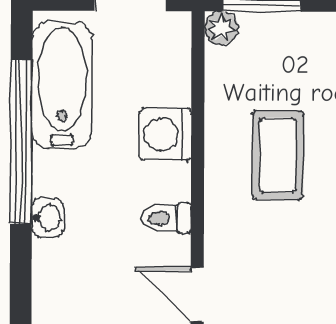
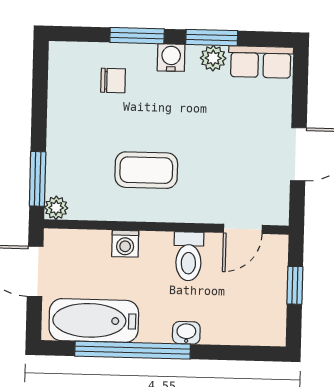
washing machine: (165, 134) -> (125, 244), width x0.73, depth x0.73
toilet: (166, 218) -> (189, 256), width x1.37, depth x1.39

